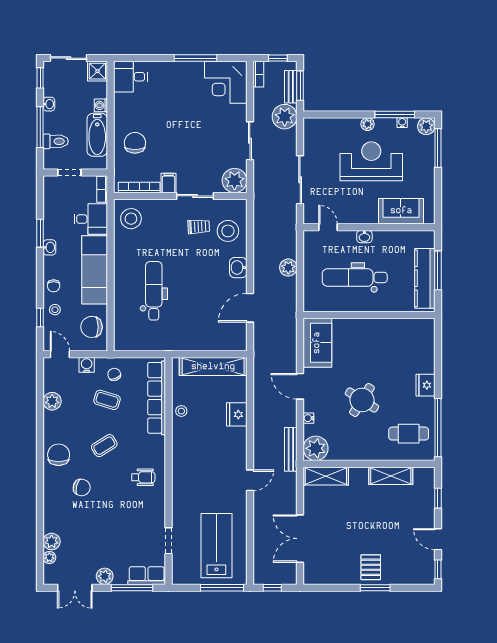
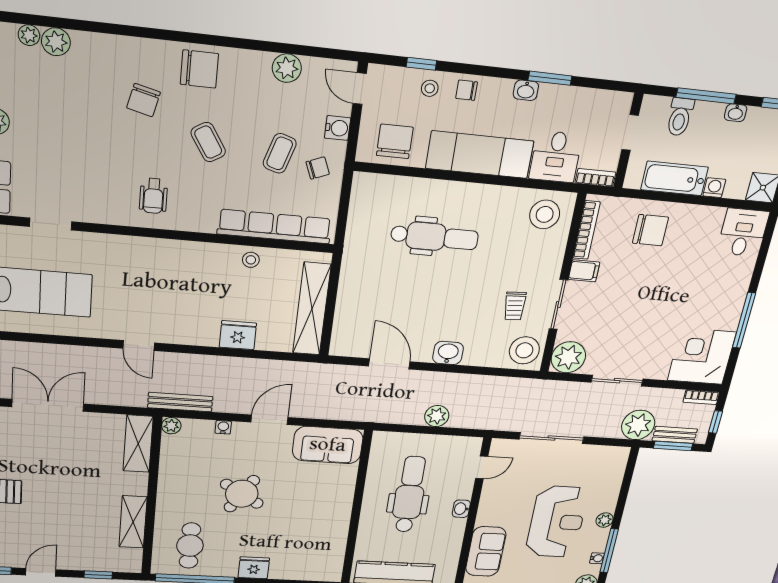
stool: (228, 231) -> (524, 350), moved
door: (60, 354) -> (360, 88), swing flipped
plant: (316, 448) -> (171, 426), width x0.53, depth x0.53

